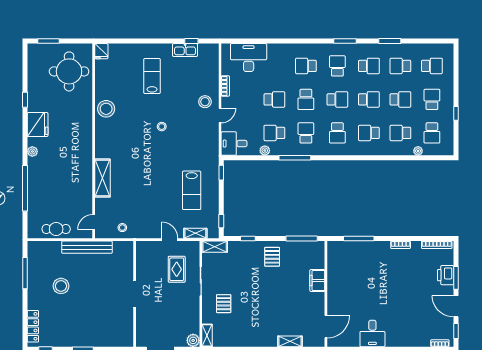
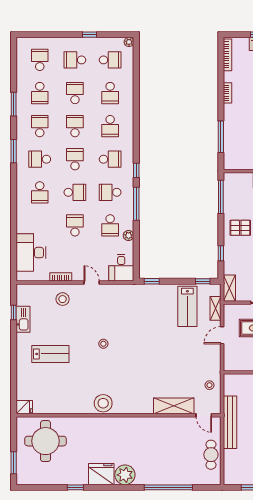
lab bench: (152, 76) -> (50, 354), turned 180
stool: (205, 102) -> (63, 299), moved
stool: (106, 109) -> (103, 403), moved
plant: (32, 151) -> (125, 475), width x1.87, depth x1.87
plant: (418, 151) -> (129, 42), moved
window: (327, 158) -> (136, 170), added
shelving: (102, 178) -> (174, 406), moved
lab bench: (192, 190) -> (187, 306), moved, turned 90

